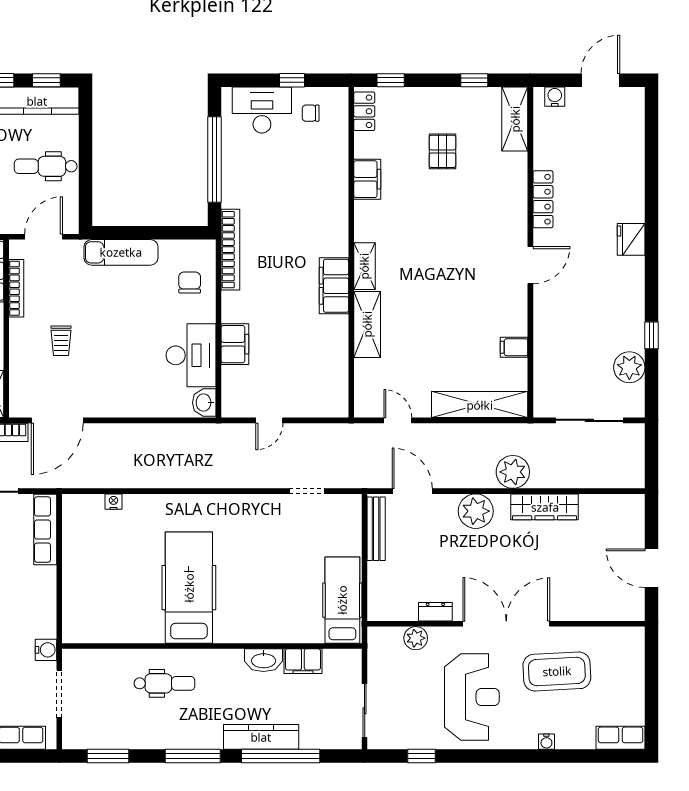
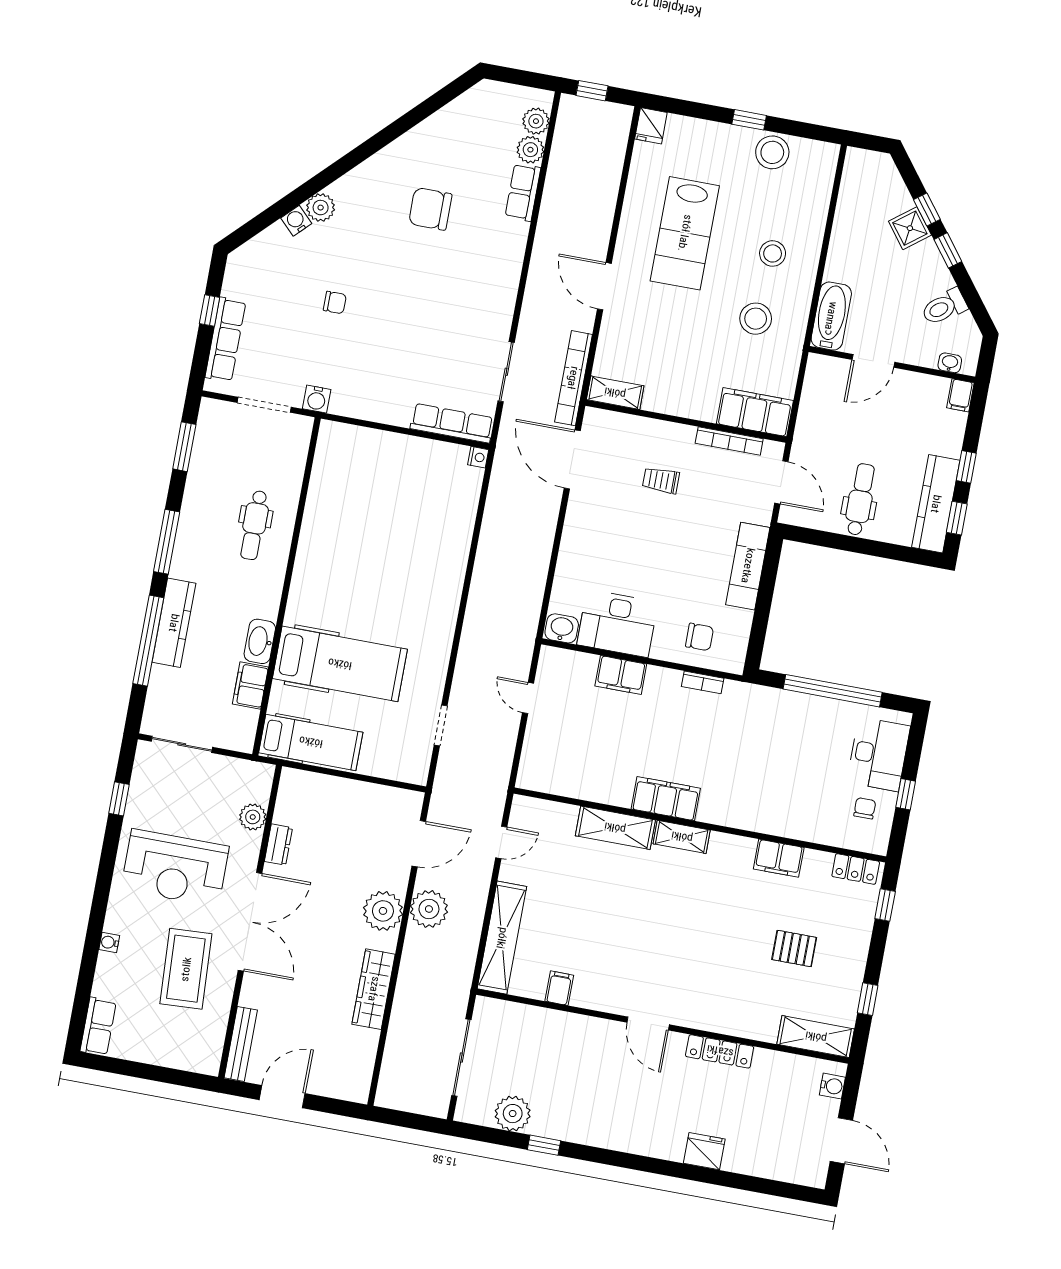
fridge: (631, 239) -> (704, 1151), moved
bookcase: (230, 250) -> (703, 682), width x0.43, depth x0.76
plant: (513, 472) -> (429, 909), moved
nightstand: (113, 502) -> (478, 457), moved
bench: (376, 529) -> (241, 1044), moved, turned 90
hospital bed: (189, 588) -> (340, 664), moved

